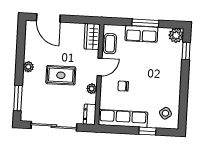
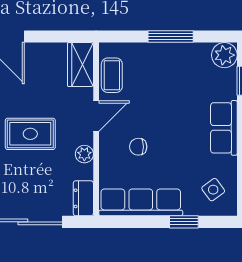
row of seats: (141, 34) -> (224, 128), moved, turned 90

